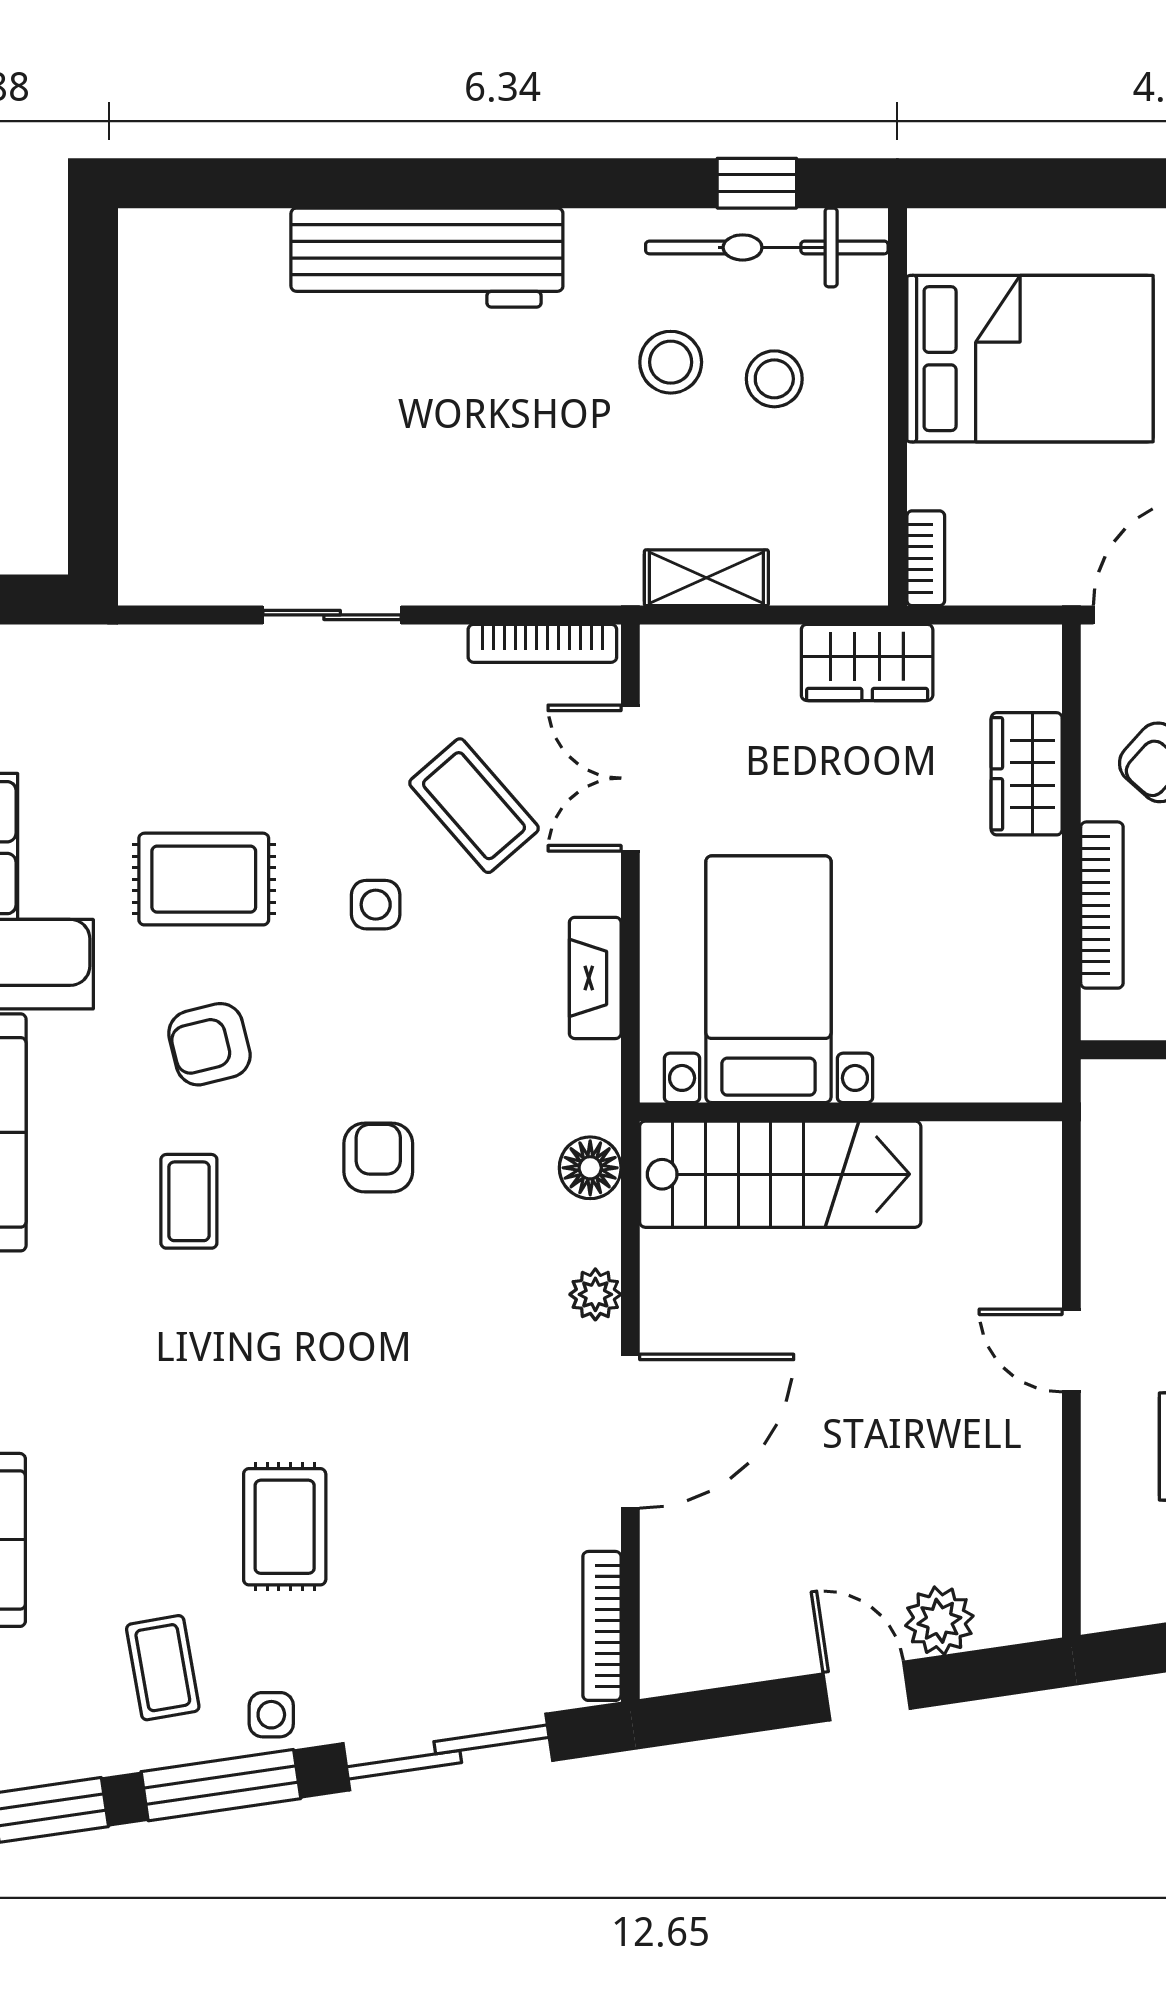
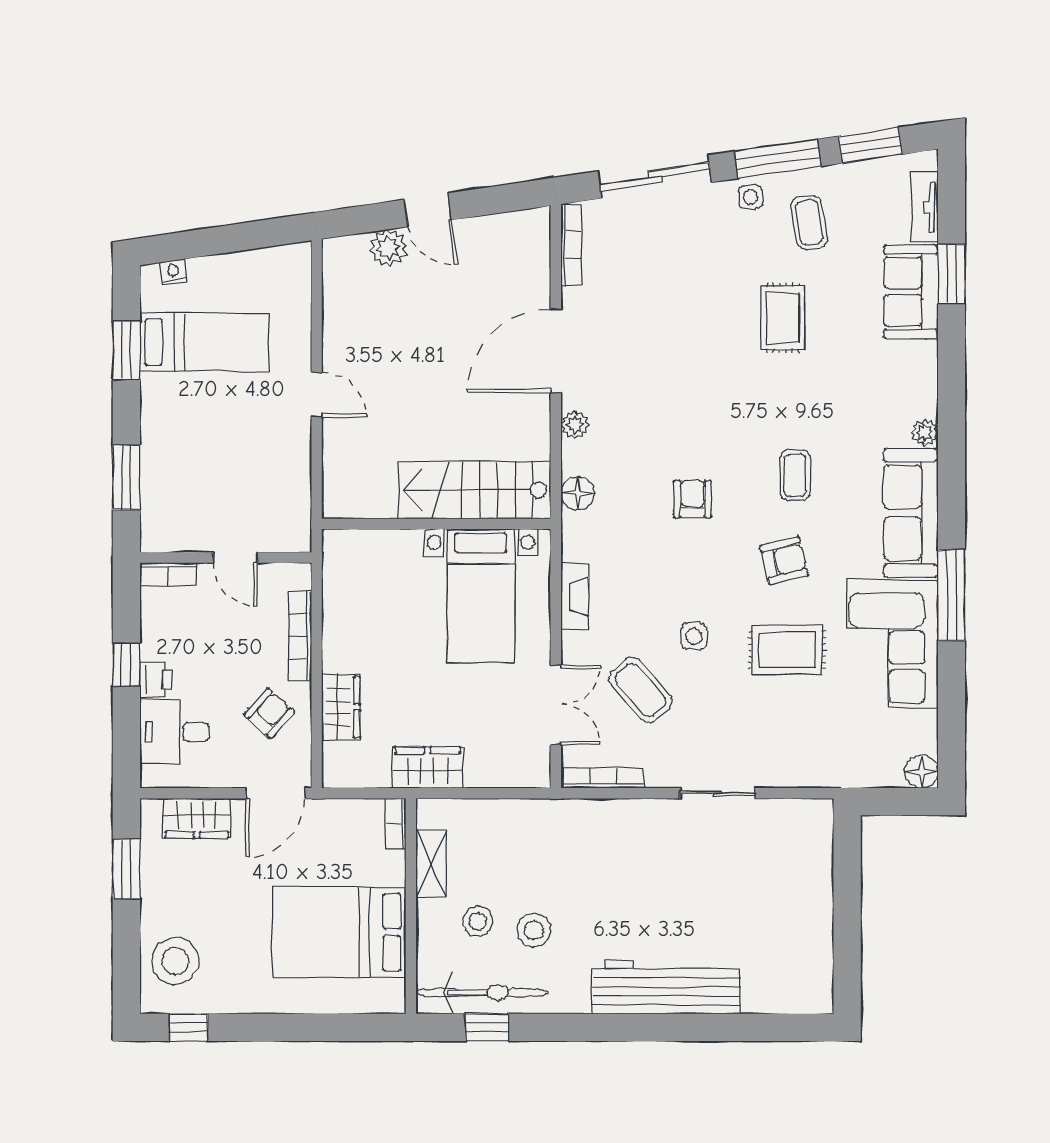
shelving: (706, 578) -> (431, 864), moved, turned 90
armchair: (378, 1158) -> (692, 499), turned 180
rug: (285, 1527) -> (783, 318), moved

